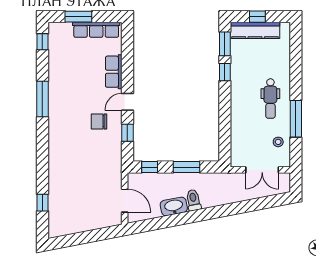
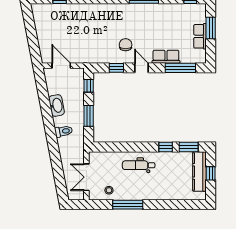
row of seats: (96, 30) -> (200, 36), width x0.68
window: (127, 54) -> (180, 68), added
dental chair: (270, 99) -> (139, 165), moved
toilet: (193, 200) -> (64, 131), moved
door: (125, 201) -> (61, 66), swing flipped

